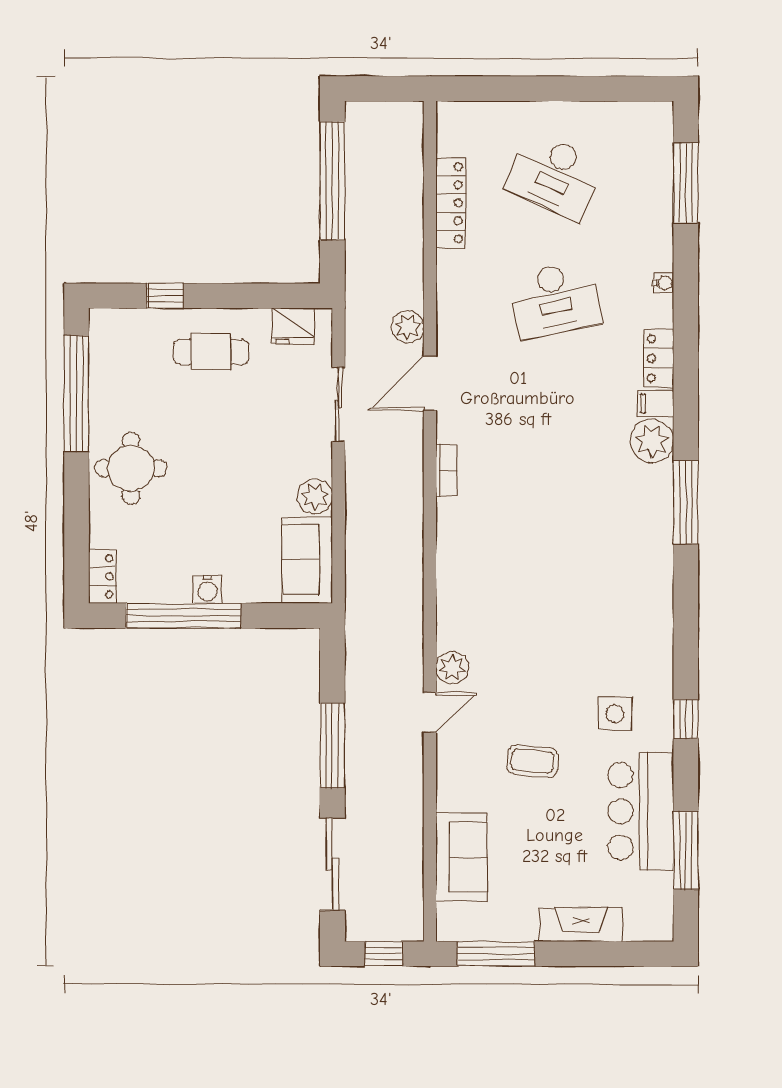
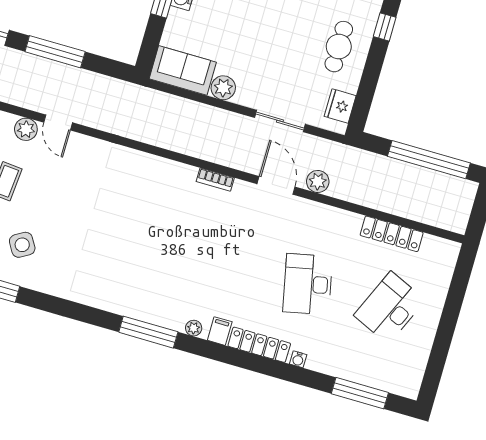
locker: (659, 358) -> (259, 345), width x1.53
plant: (652, 441) -> (194, 328), width x0.53, depth x0.53
plant: (452, 668) -> (26, 129), moved
side table: (615, 714) -> (22, 245), turned -31

